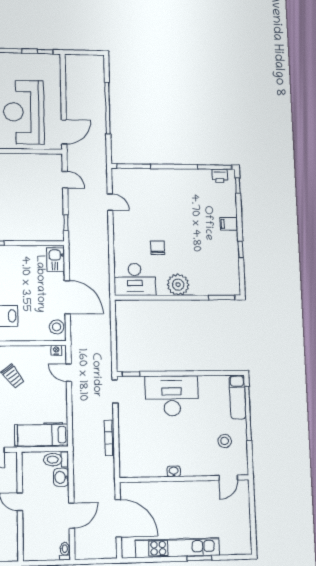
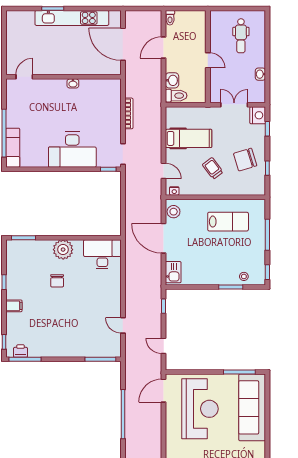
chair: (158, 248) -> (57, 281), moved
hospital bed: (41, 435) -> (189, 138), moved
stool: (225, 441) -> (26, 109), removed

